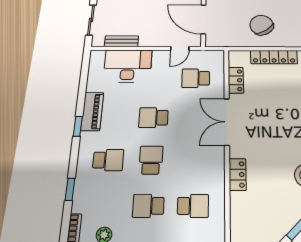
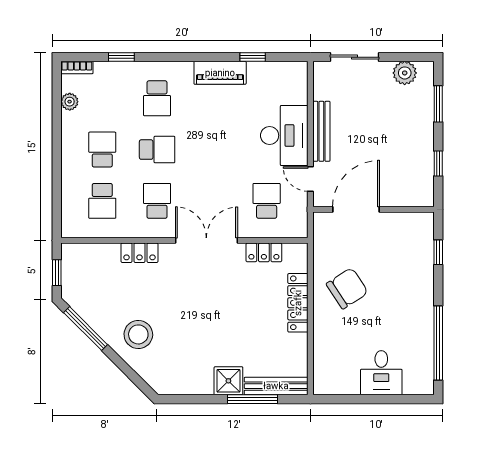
bench: (121, 41) -> (321, 131), moved, width x1.36
desk: (128, 66) -> (284, 135), moved
school desk: (154, 118) -> (157, 201), moved
window: (78, 126) -> (253, 57), moved

